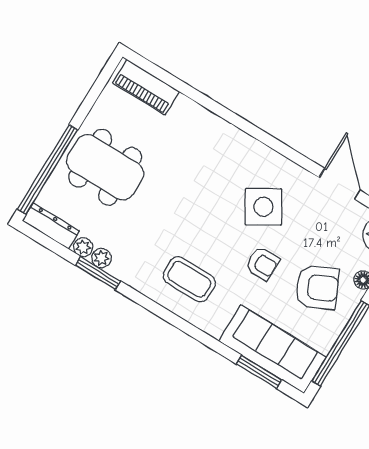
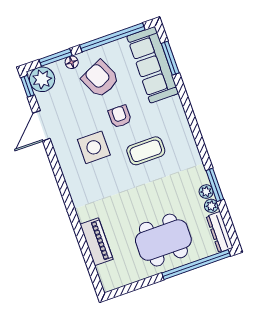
piano: (146, 87) -> (96, 242), moved
dining table: (105, 167) -> (163, 240), turned 90
side table: (263, 207) -> (94, 147), turned 31
coffee table: (189, 279) -> (146, 151), moved, turned 90

